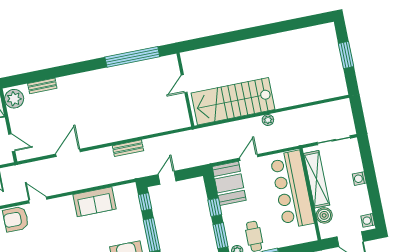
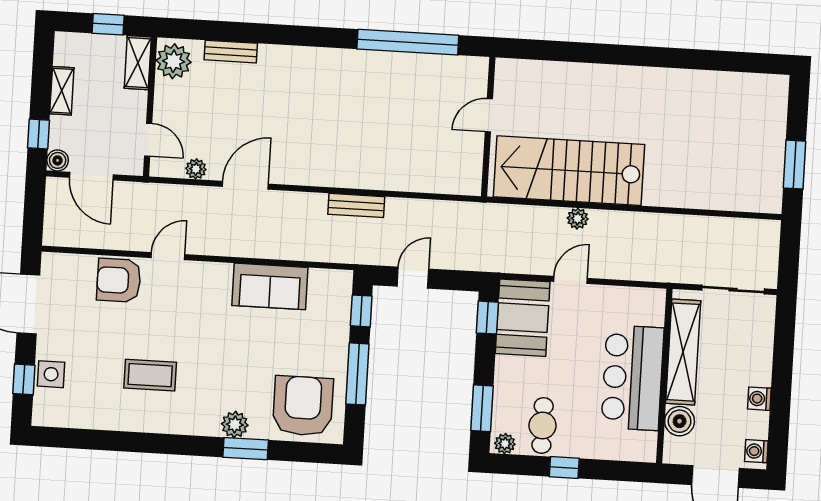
window: (346, 55) -> (795, 165), moved
plant: (268, 120) -> (578, 219), moved
plant: (40, 151) -> (196, 169), added
washing machine: (359, 179) -> (759, 399), moved
bar counter: (292, 190) -> (633, 378), width x0.73
door: (38, 200) -> (168, 256), hinge flipped
window: (215, 207) -> (487, 318), moved

